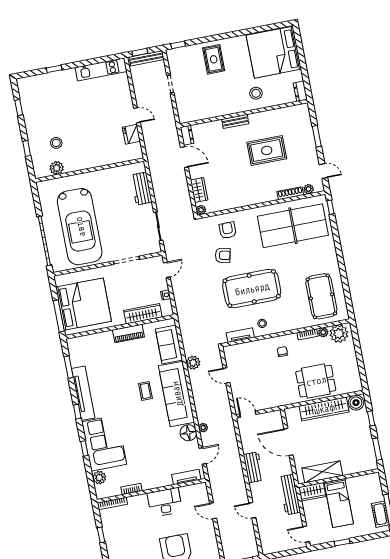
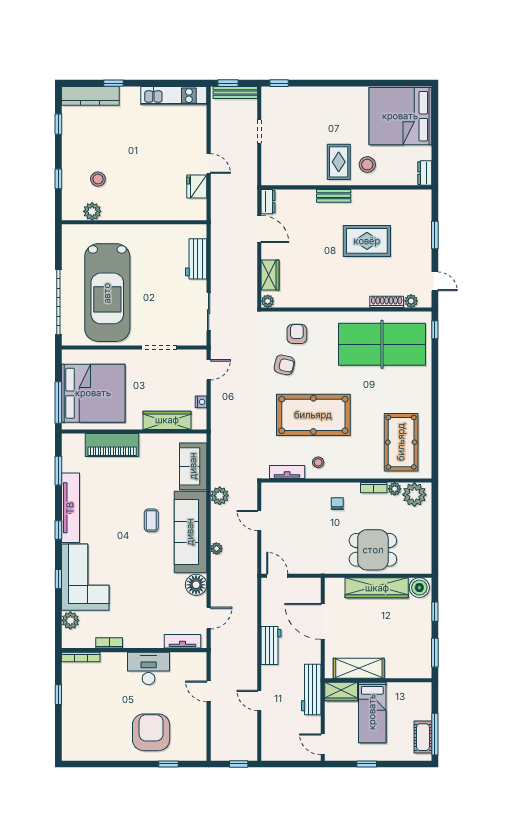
rug: (214, 59) -> (339, 162), moved
kitchen counter: (39, 82) -> (90, 96), added
piano: (128, 333) -> (112, 445), moved, width x1.37, depth x1.33
plant: (203, 428) -> (216, 549), moved

